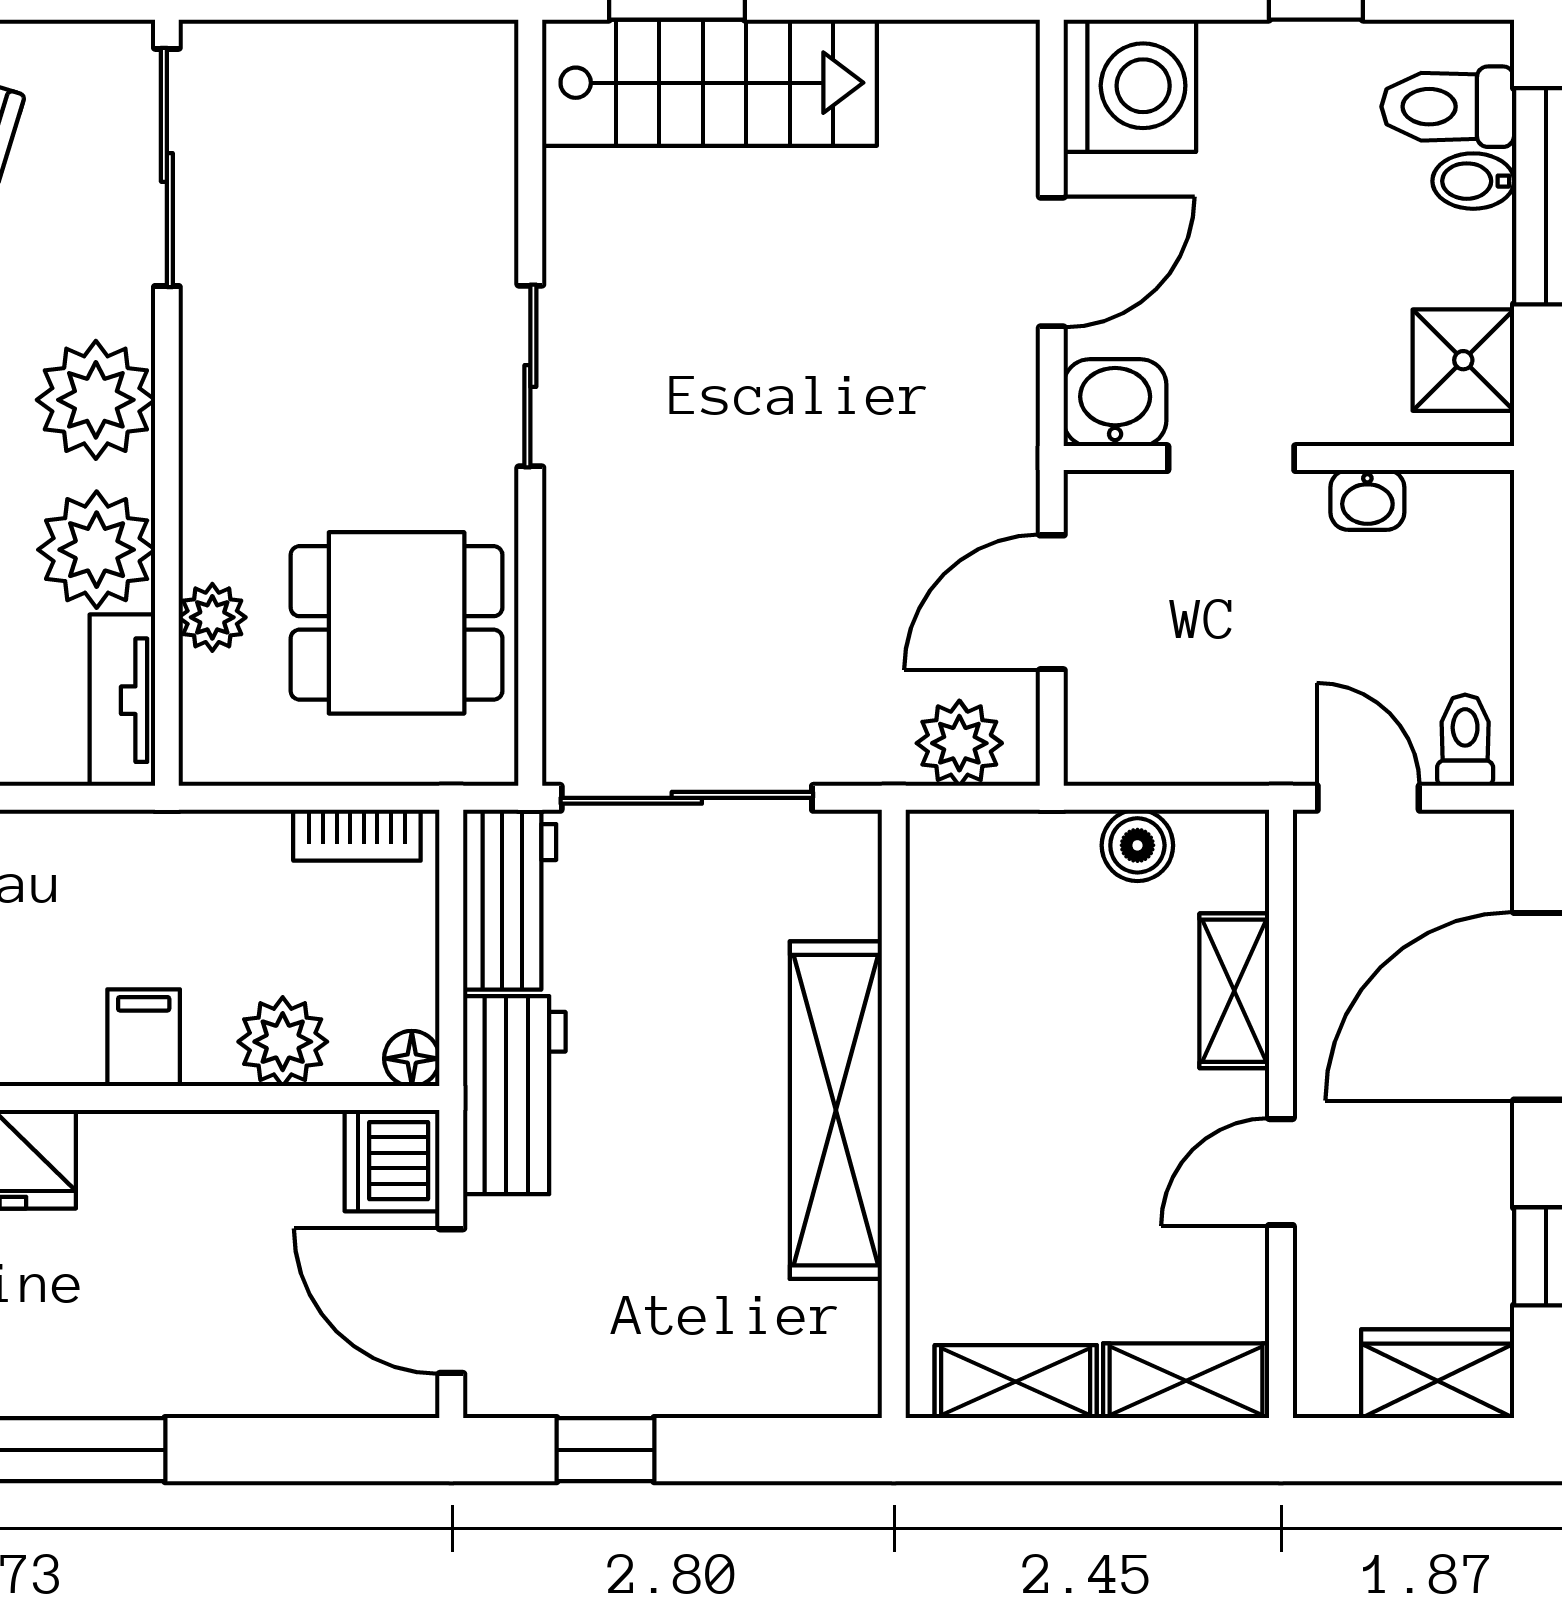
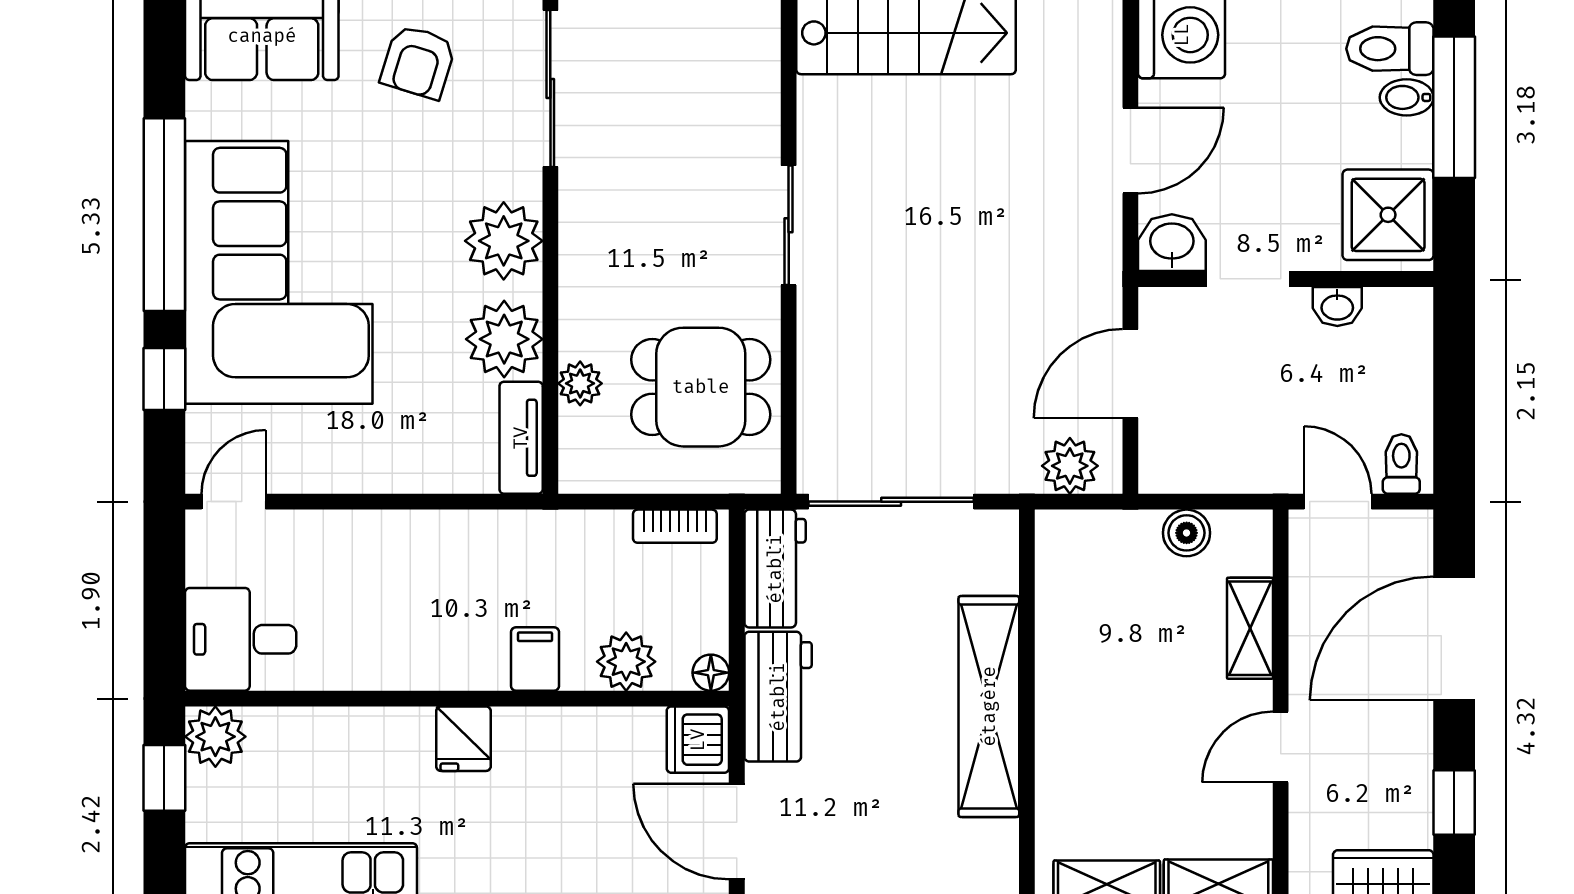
shower: (1463, 360) -> (1388, 215), width x1.36, depth x1.36

